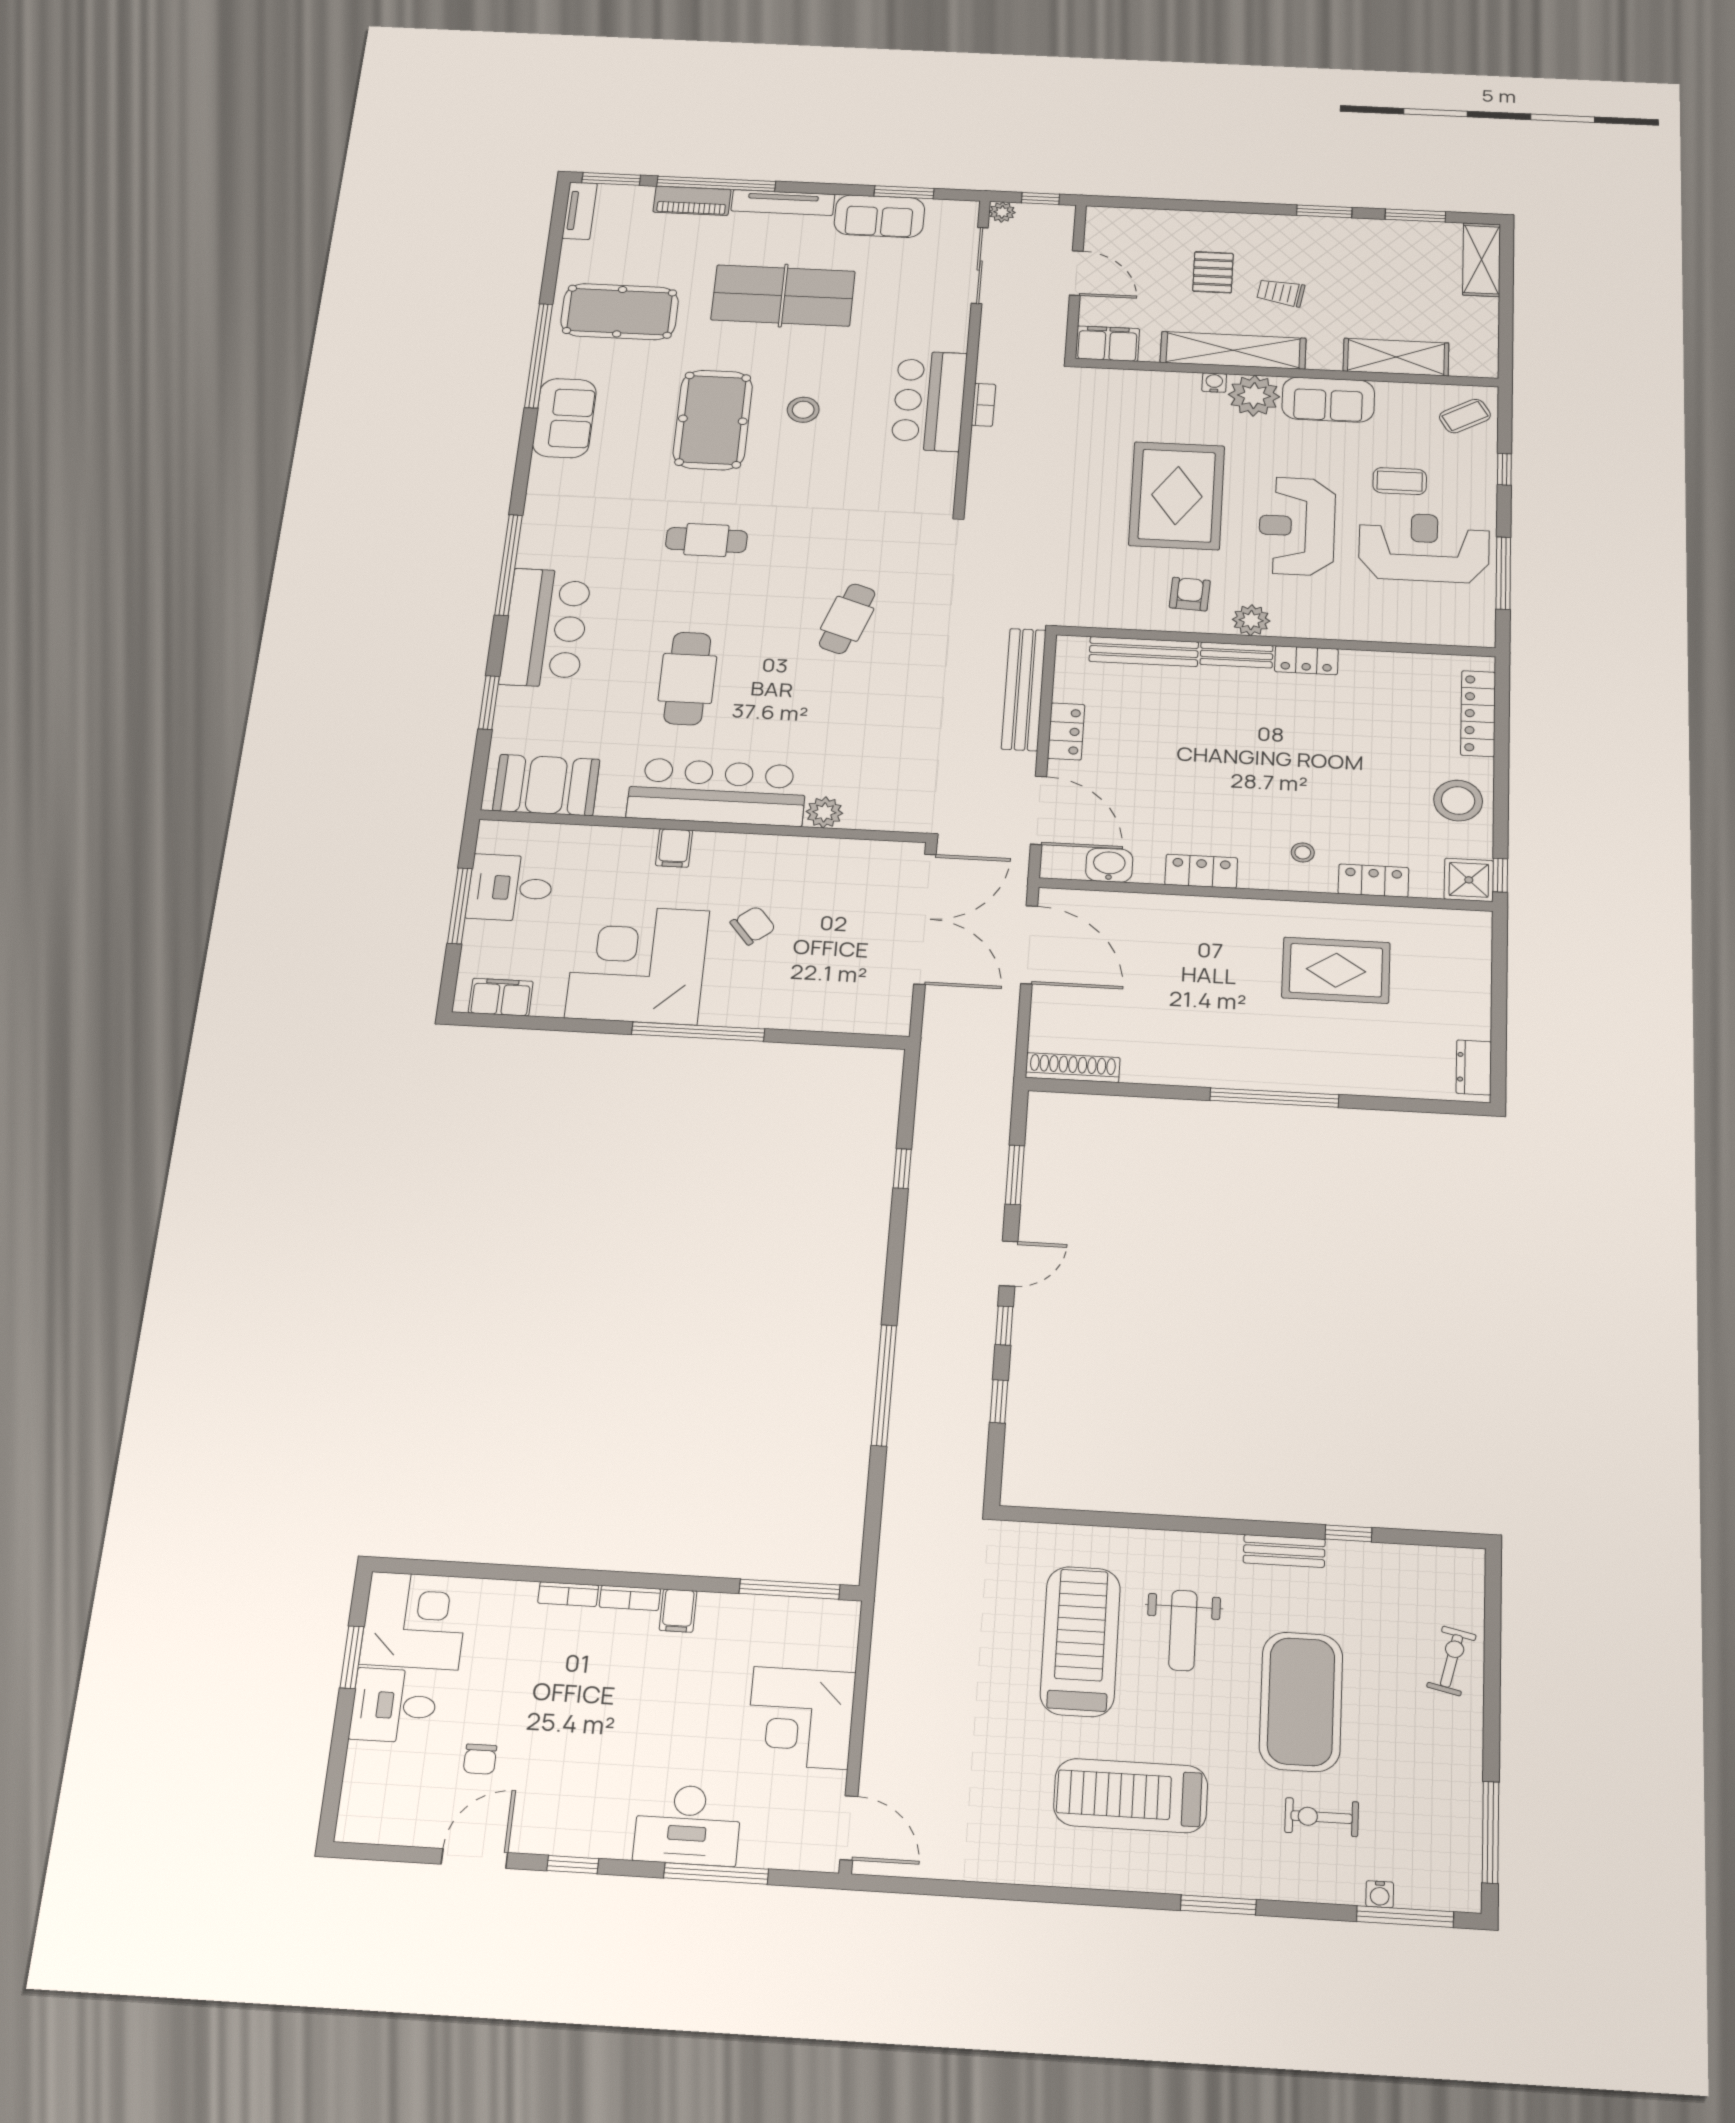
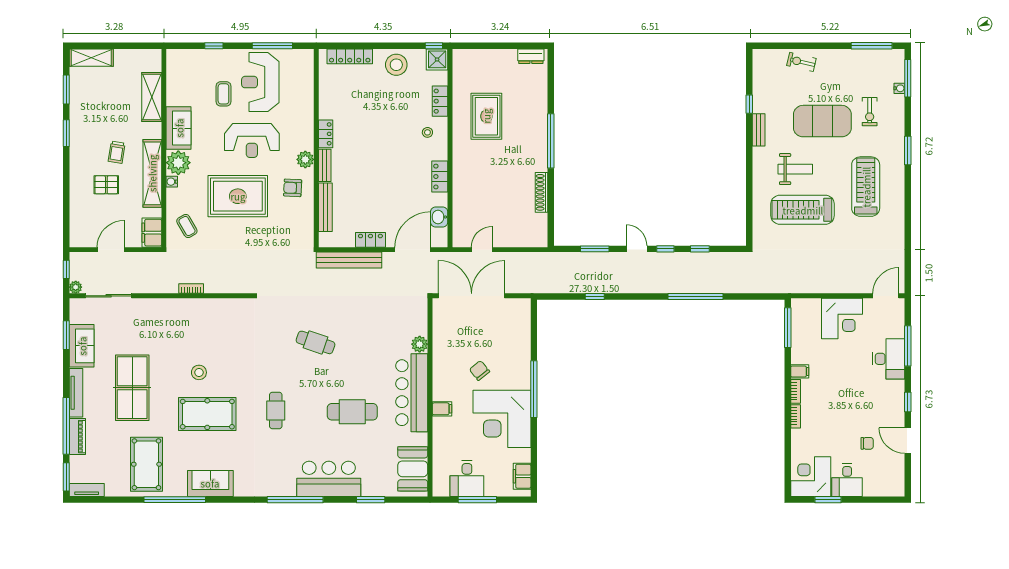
bar counter: (929, 401) -> (190, 314), removed
coffee table: (1465, 416) -> (187, 226), moved
door: (1029, 945) -> (482, 250), width x0.53
shoe rack: (1073, 1068) -> (542, 192), moved
treadmill: (1131, 1796) -> (866, 187), turned 180

